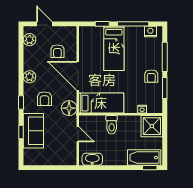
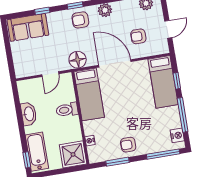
door: (44, 24) -> (168, 29), moved
bed: (114, 48) -> (163, 82), moved, turned -90
window: (165, 57) -> (163, 154), moved
door: (78, 76) -> (115, 63), hinge flipped
armchair: (44, 99) -> (80, 20), moved
sofa: (33, 131) -> (28, 27), moved
washbasin: (92, 159) -> (29, 114), moved

